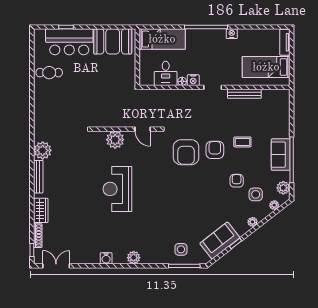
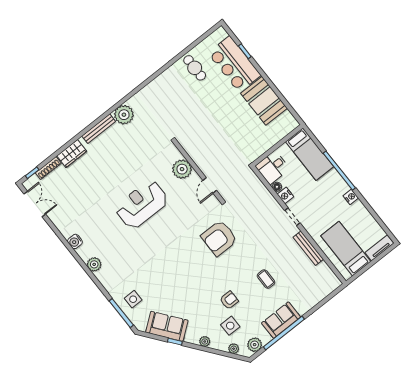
bed: (162, 39) -> (310, 154), moved
wall: (137, 57) -> (277, 145), moved
armchair: (215, 150) -> (241, 261), removed

